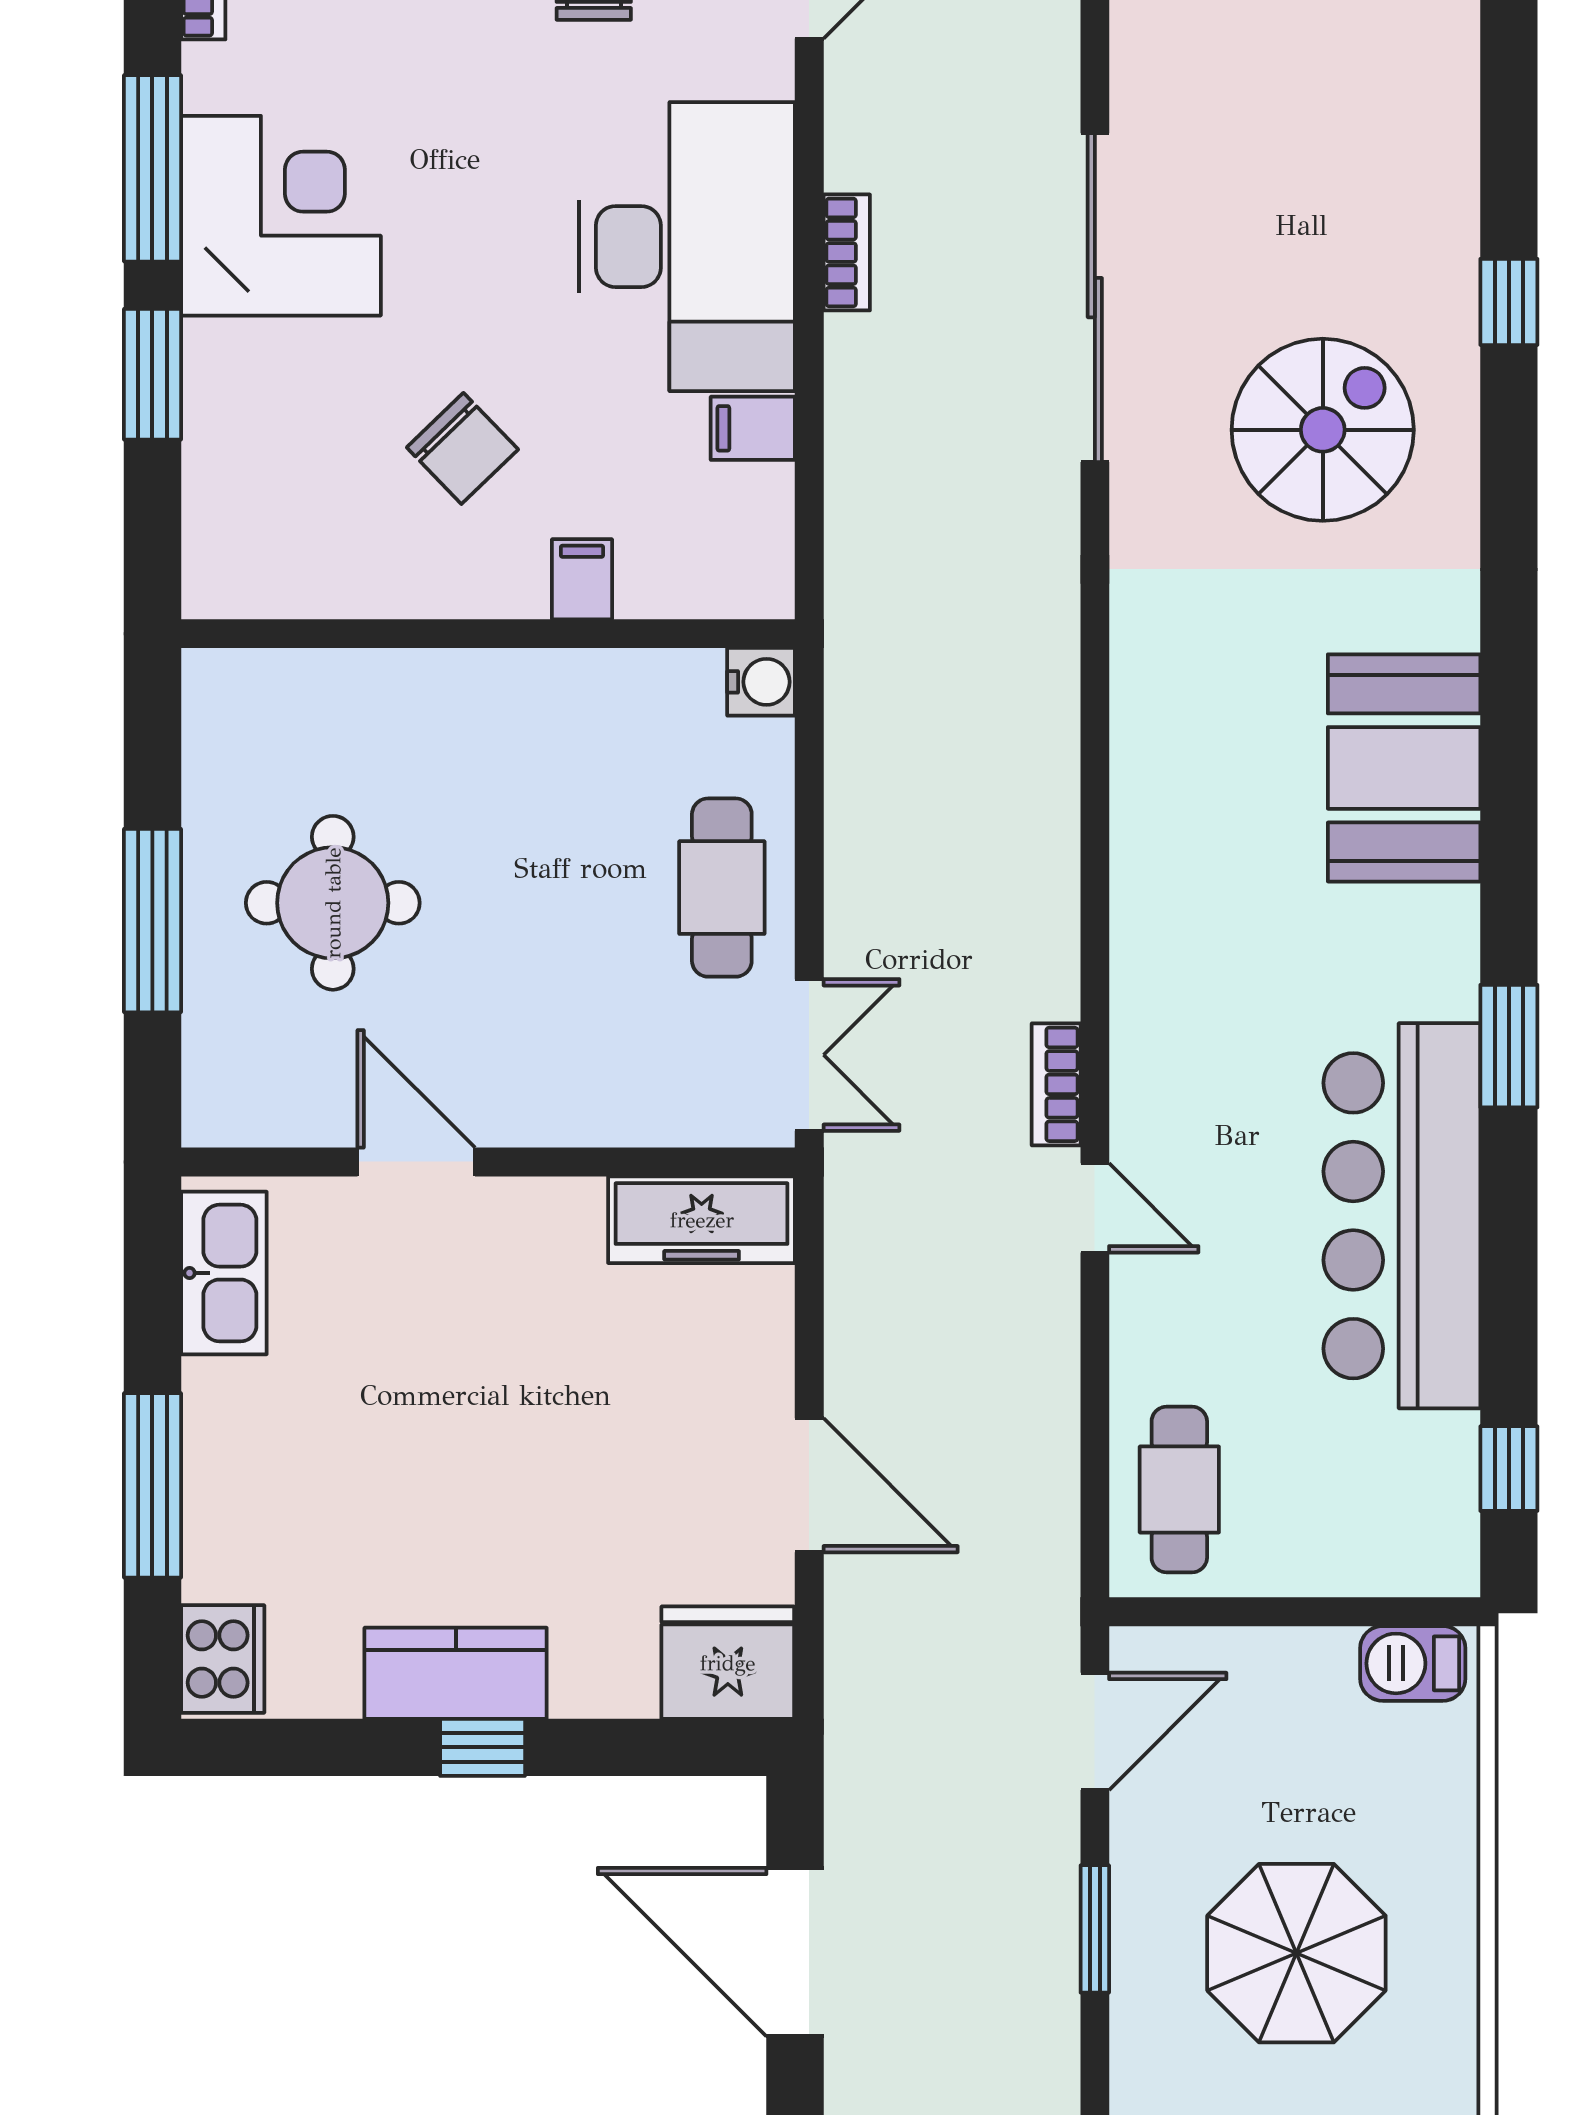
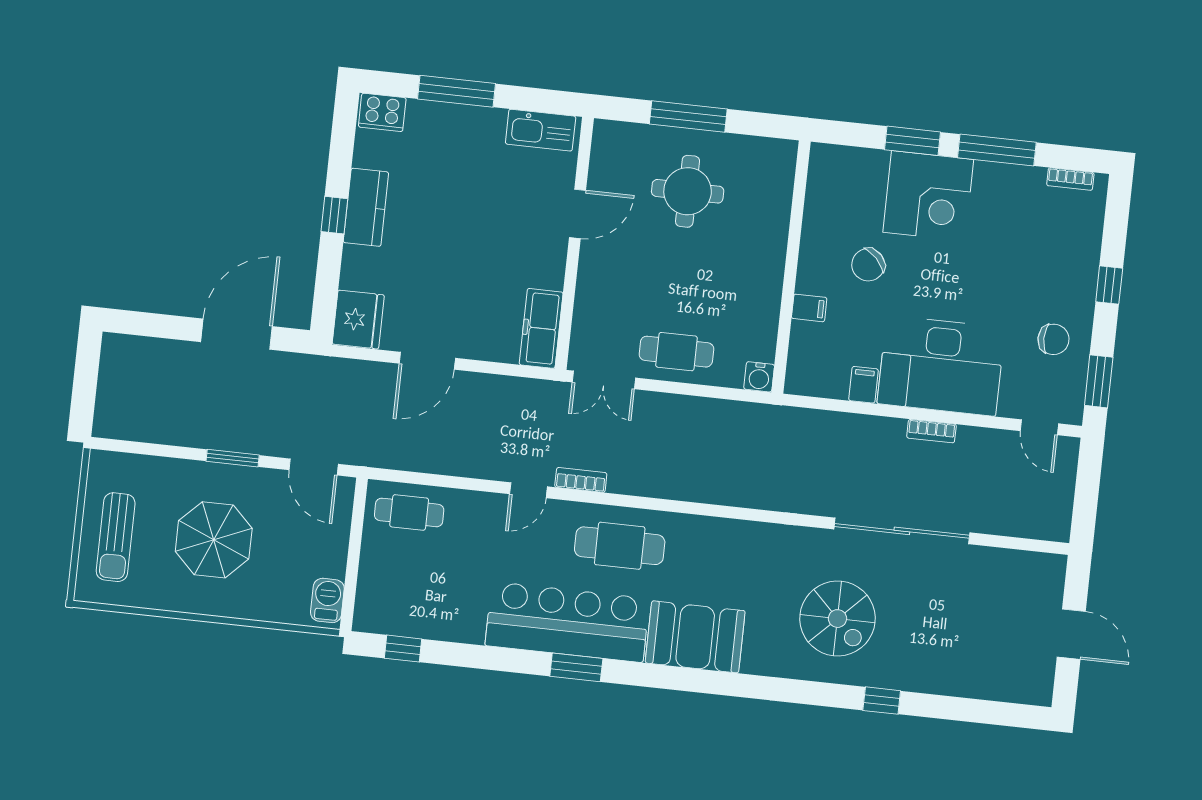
corner desk: (281, 216) -> (928, 196), moved
cafe table: (1204, 974) -> (620, 546), added
bar counter: (1402, 1216) -> (567, 622), moved

